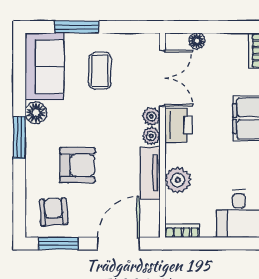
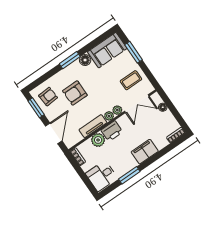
coffee table: (100, 71) -> (131, 80), moved
printer: (179, 125) -> (112, 131), moved
armchair: (77, 165) -> (75, 93), turned 90
door: (118, 244) -> (54, 133), hinge flipped

